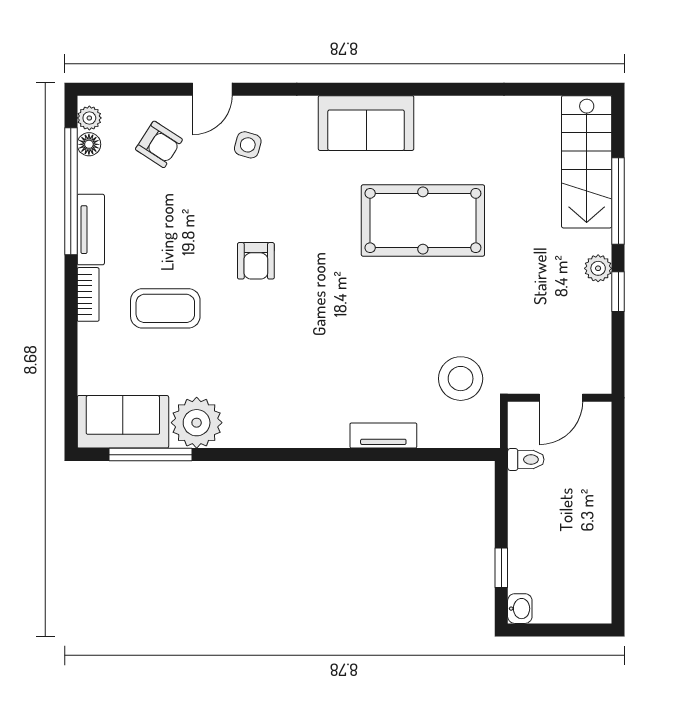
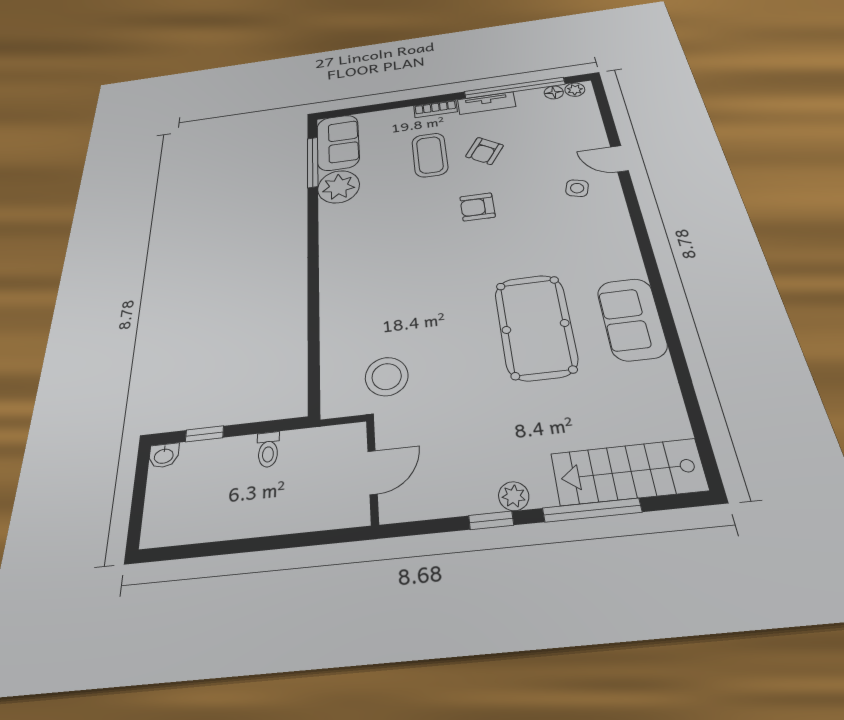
sofa: (366, 123) -> (632, 319), moved
armchair: (159, 144) -> (484, 151), moved
door: (561, 398) -> (373, 472), swing flipped
tv unit: (383, 435) -> (331, 319), removed
toilet: (526, 459) -> (268, 450), moved

